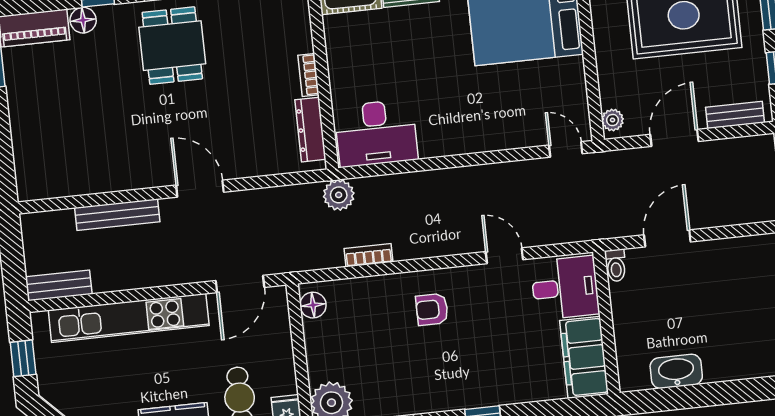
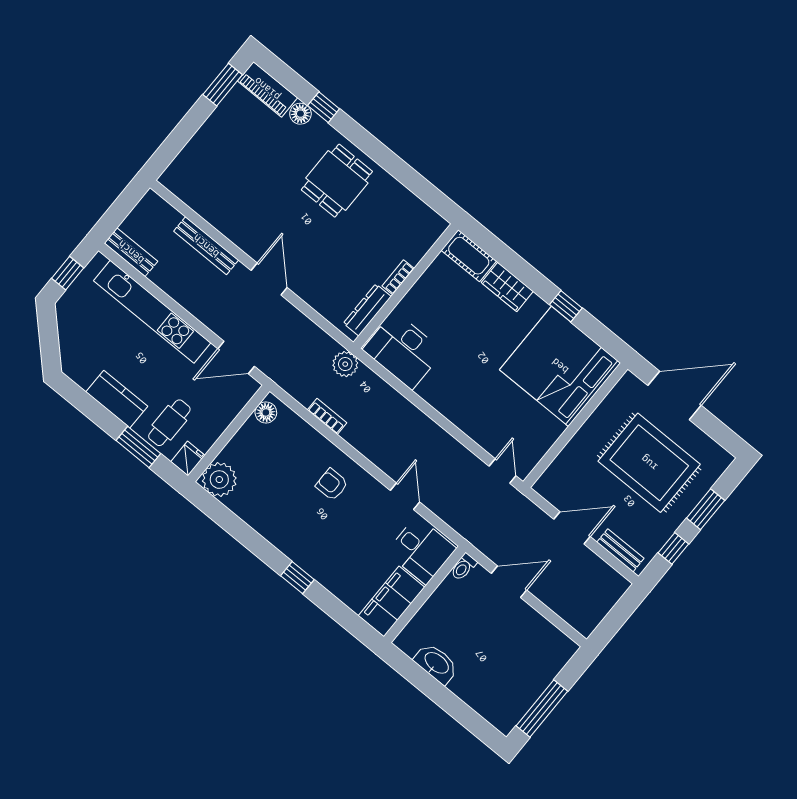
plant: (613, 120) -> (547, 481), removed

